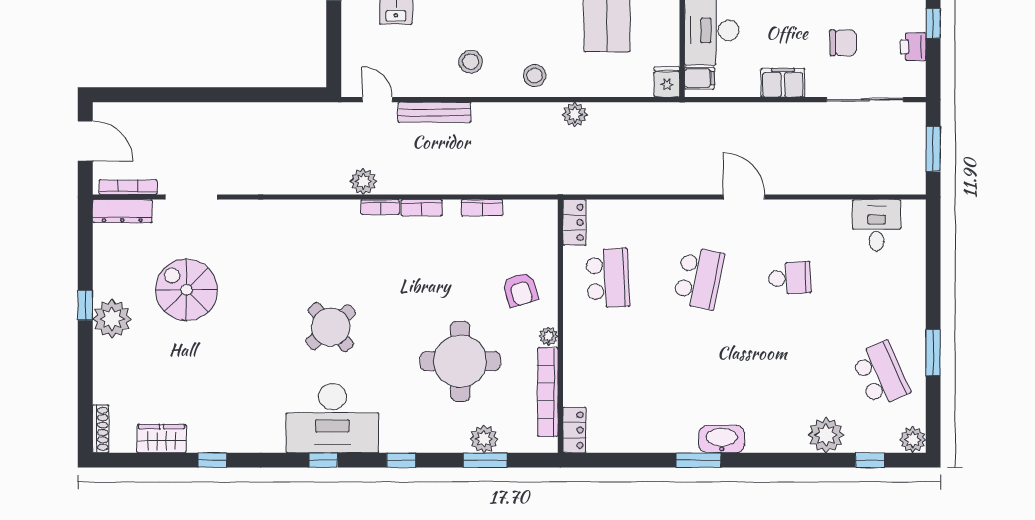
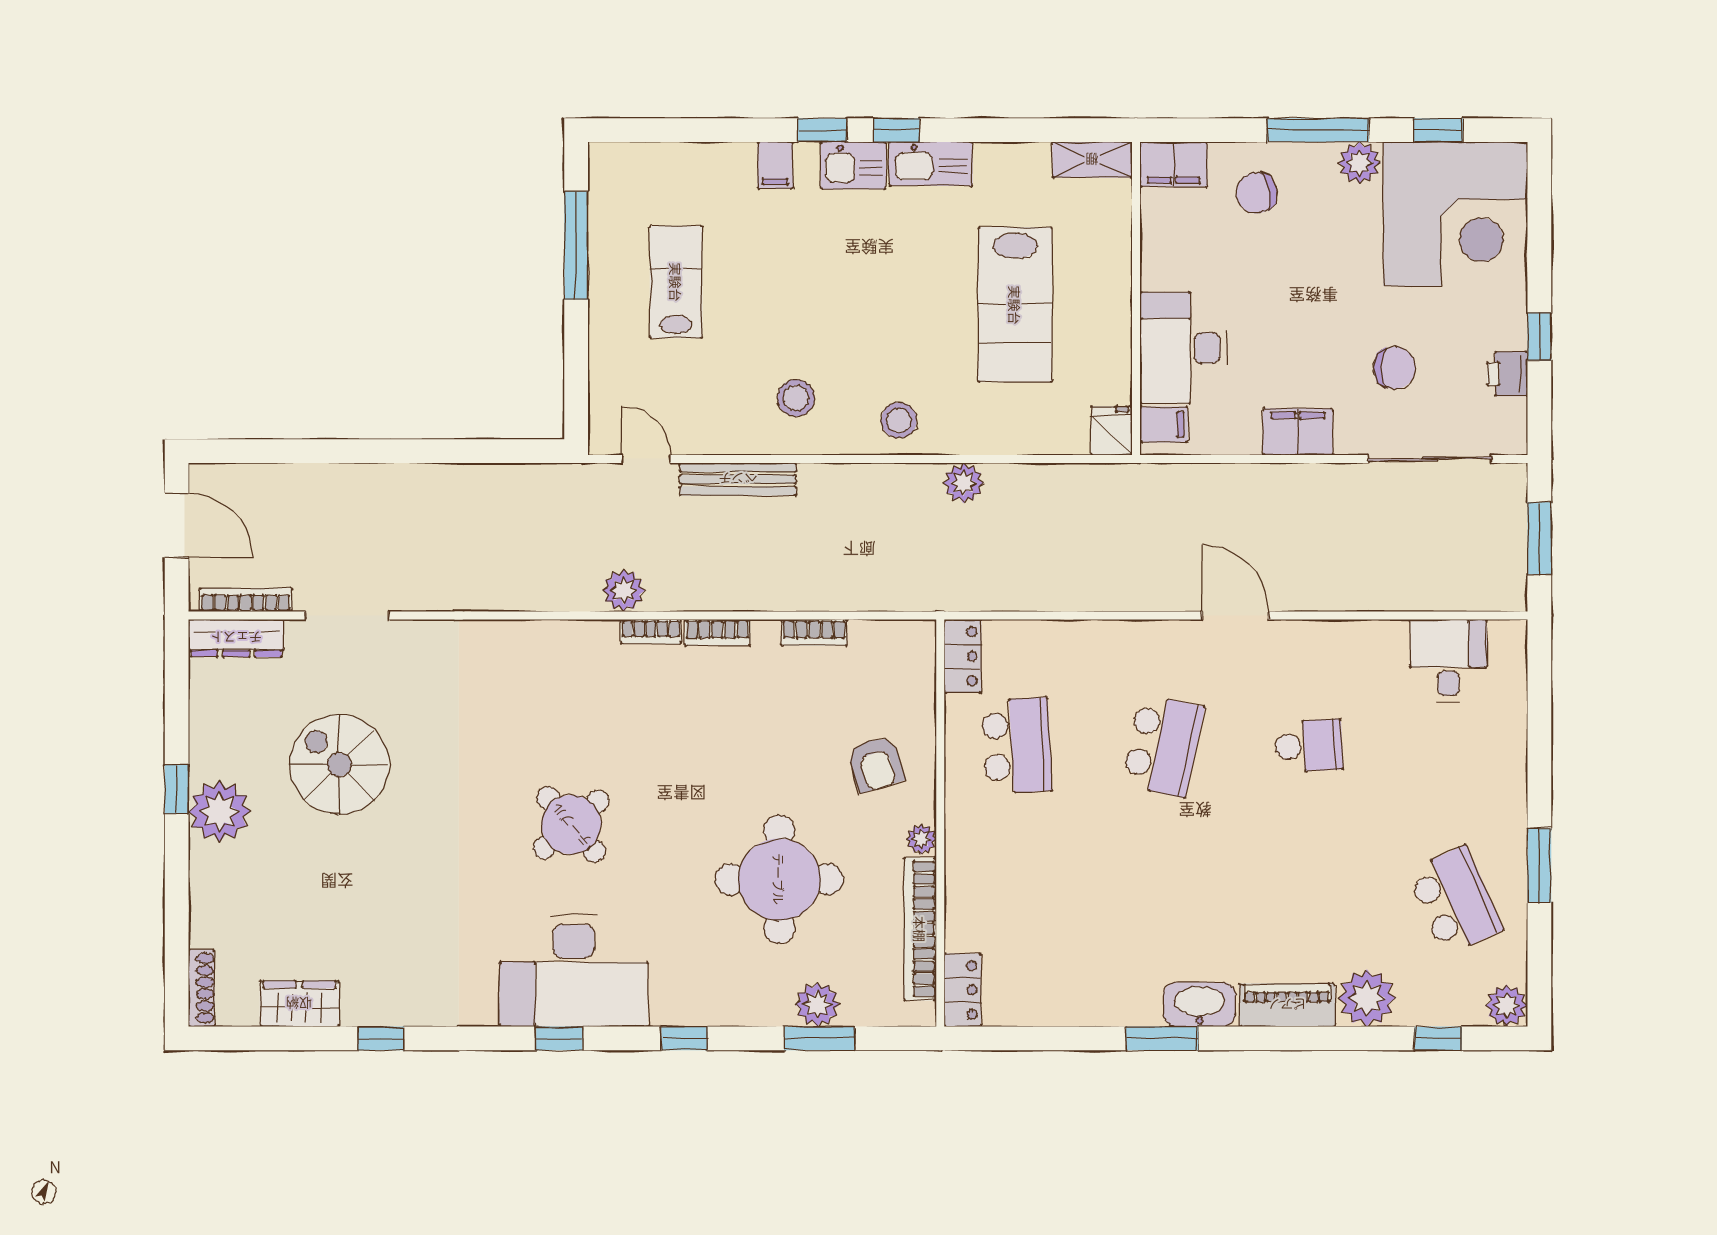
piano: (776, 439) -> (1287, 1005), added

